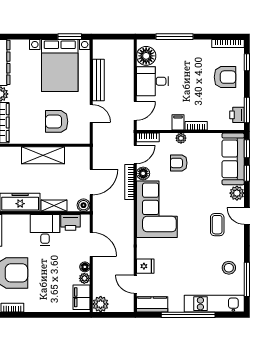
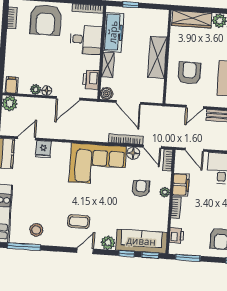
printer: (237, 115) -> (177, 235), moved, turned 90
filing cabinet: (178, 122) -> (181, 185), width x2.00
desk: (45, 230) -> (86, 39), moved
filing cabinet: (82, 297) -> (12, 85), width x0.50

